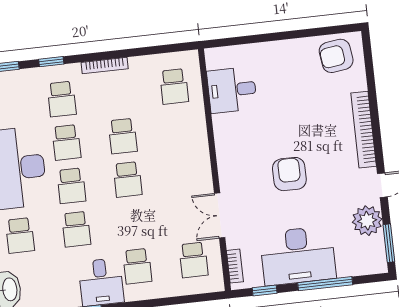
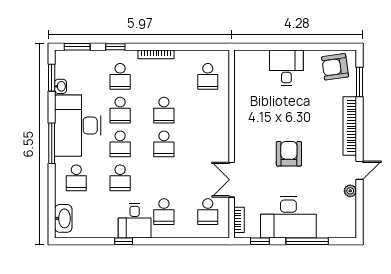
desk: (232, 90) -> (286, 68), moved, turned 90
plant: (367, 221) -> (350, 191), width x0.53, depth x0.53
window: (389, 243) -> (360, 82), moved

